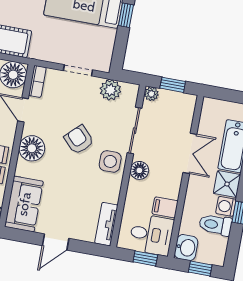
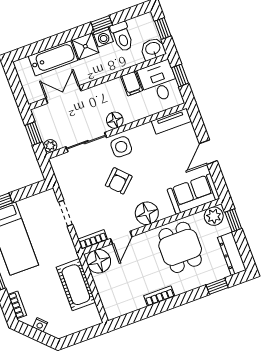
plant: (110, 90) -> (66, 179), removed
double door: (190, 153) -> (63, 95), moved
door: (56, 242) -> (208, 152), swing flipped

